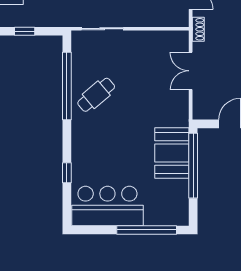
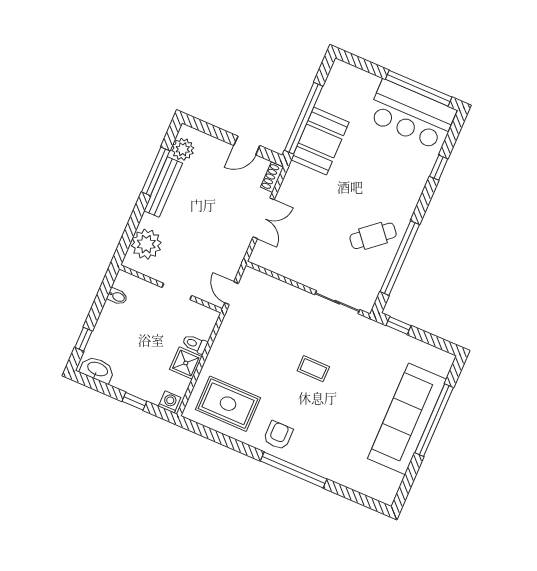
shoe rack: (198, 29) -> (272, 177), moved
window: (25, 31) -> (399, 325), moved
window: (147, 230) -> (419, 88), moved

